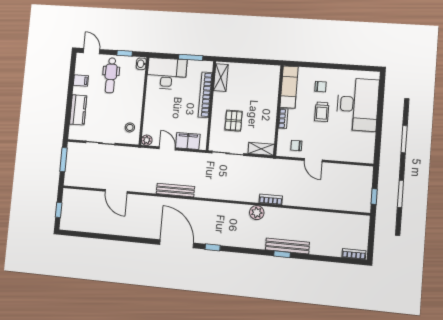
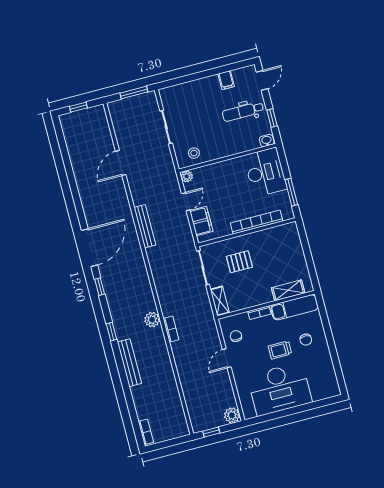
shelving: (221, 78) -> (288, 290), moved
desk: (358, 104) -> (280, 389), moved
kitchen counter: (78, 110) -> (193, 89), removed
plant: (365, 173) -> (232, 415), added
window: (282, 254) -> (112, 332), moved

